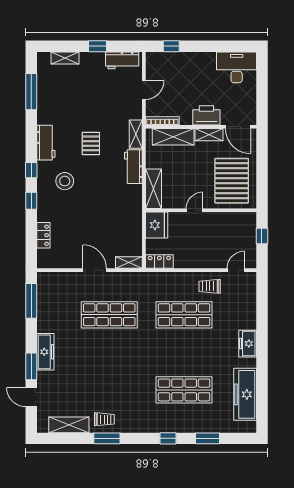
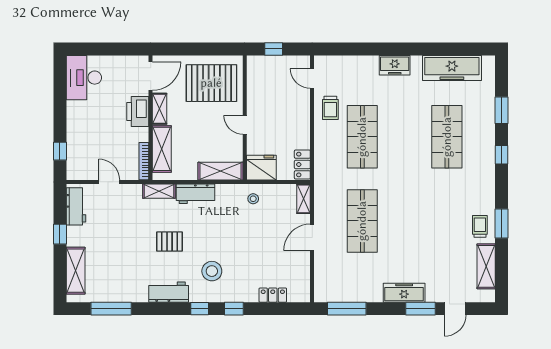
shelving: (65, 58) -> (76, 271), width x1.50, depth x1.33
stool: (129, 218) -> (253, 199), added

